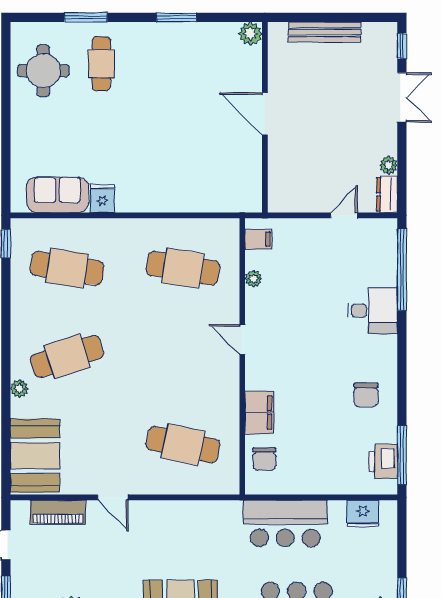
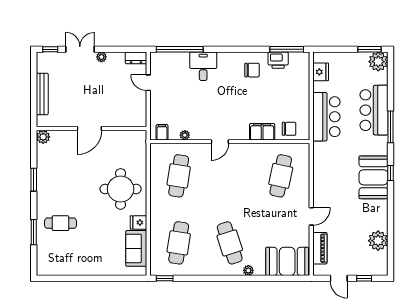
round table: (43, 71) -> (121, 189), moved, width x1.36, depth x1.36
plant: (389, 165) -> (101, 57), moved
printer: (383, 462) -> (278, 60), moved

